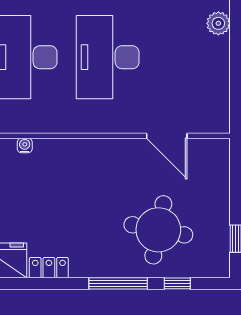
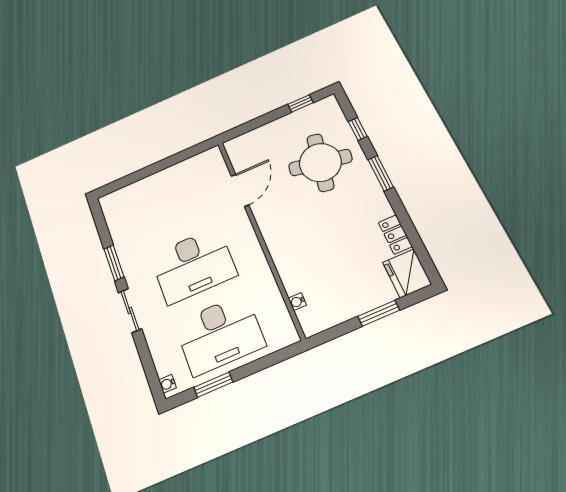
plant: (218, 23) -> (134, 192), removed
window: (118, 283) -> (381, 173), width x0.69

